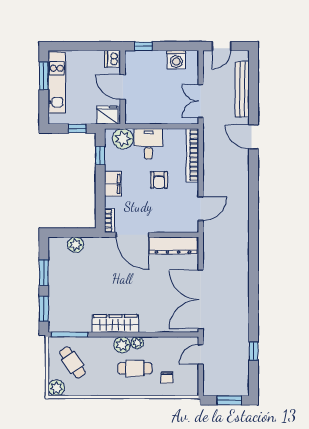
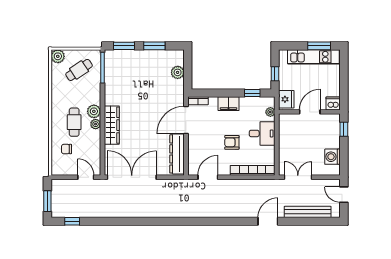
plant: (123, 139) -> (270, 112), width x0.53, depth x0.53
door: (201, 209) -> (208, 177), swing flipped
wardrobe: (115, 323) -> (112, 125), moved
window: (253, 351) -> (72, 221), moved

